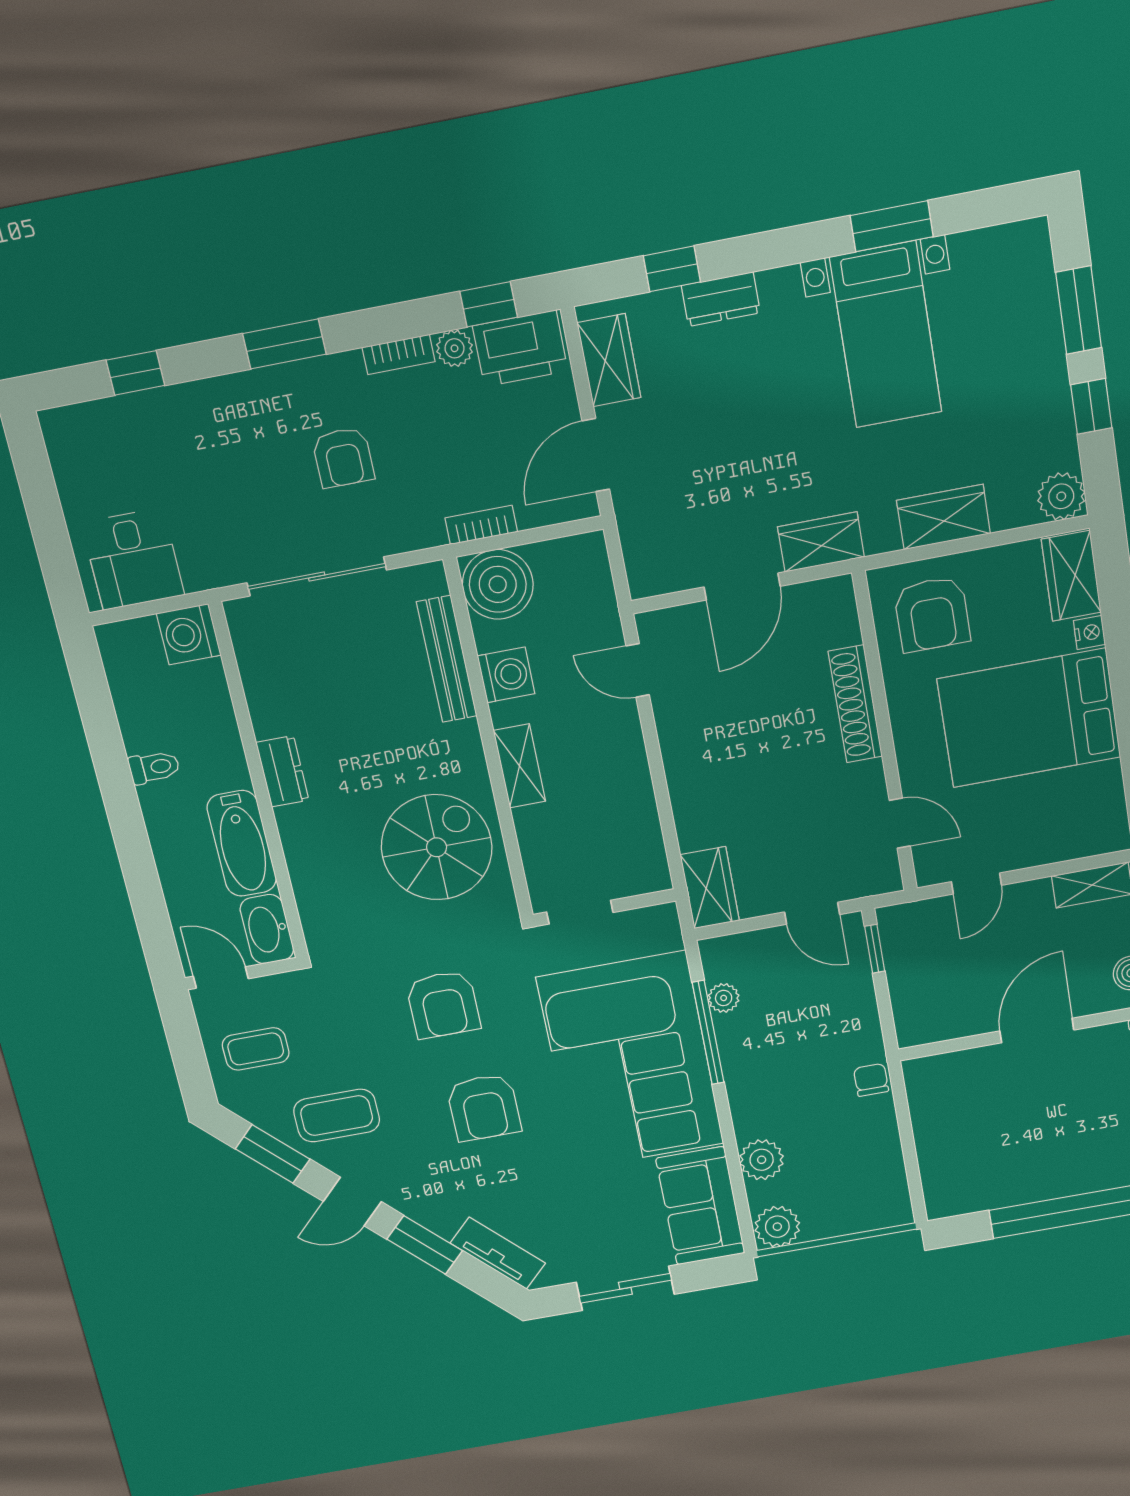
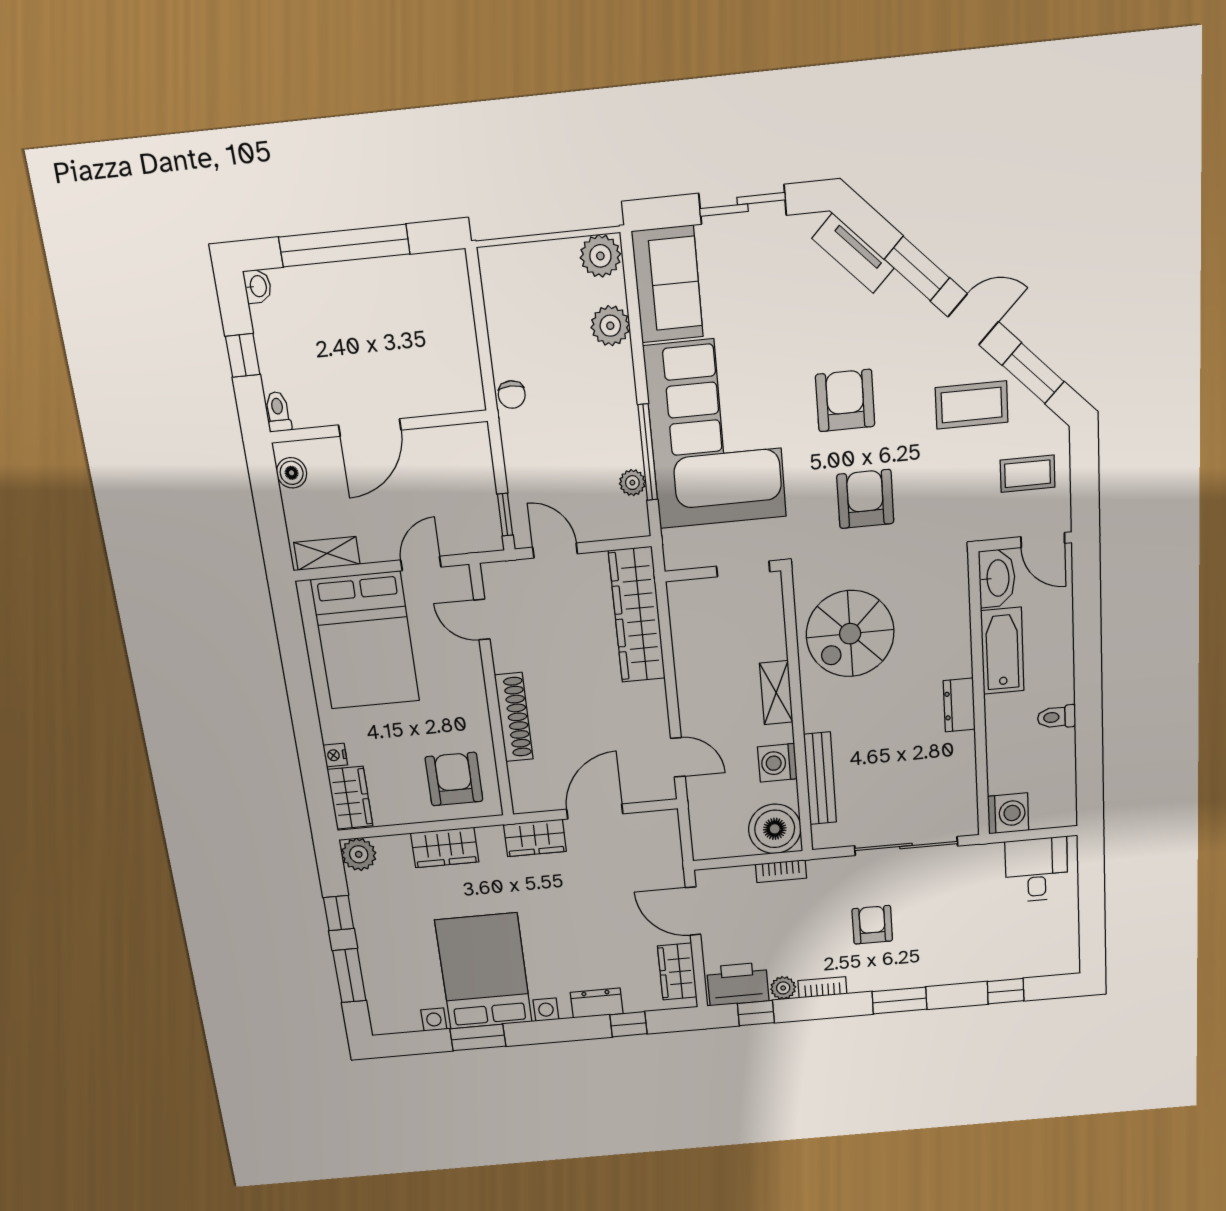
bed with nightstands: (886, 335) -> (484, 971), width x1.36
door: (596, 455) -> (693, 911), swing flipped
bed: (1029, 718) -> (366, 640), moved, turned 90
wardrobe: (710, 888) -> (637, 615), width x2.10, depth x1.17

